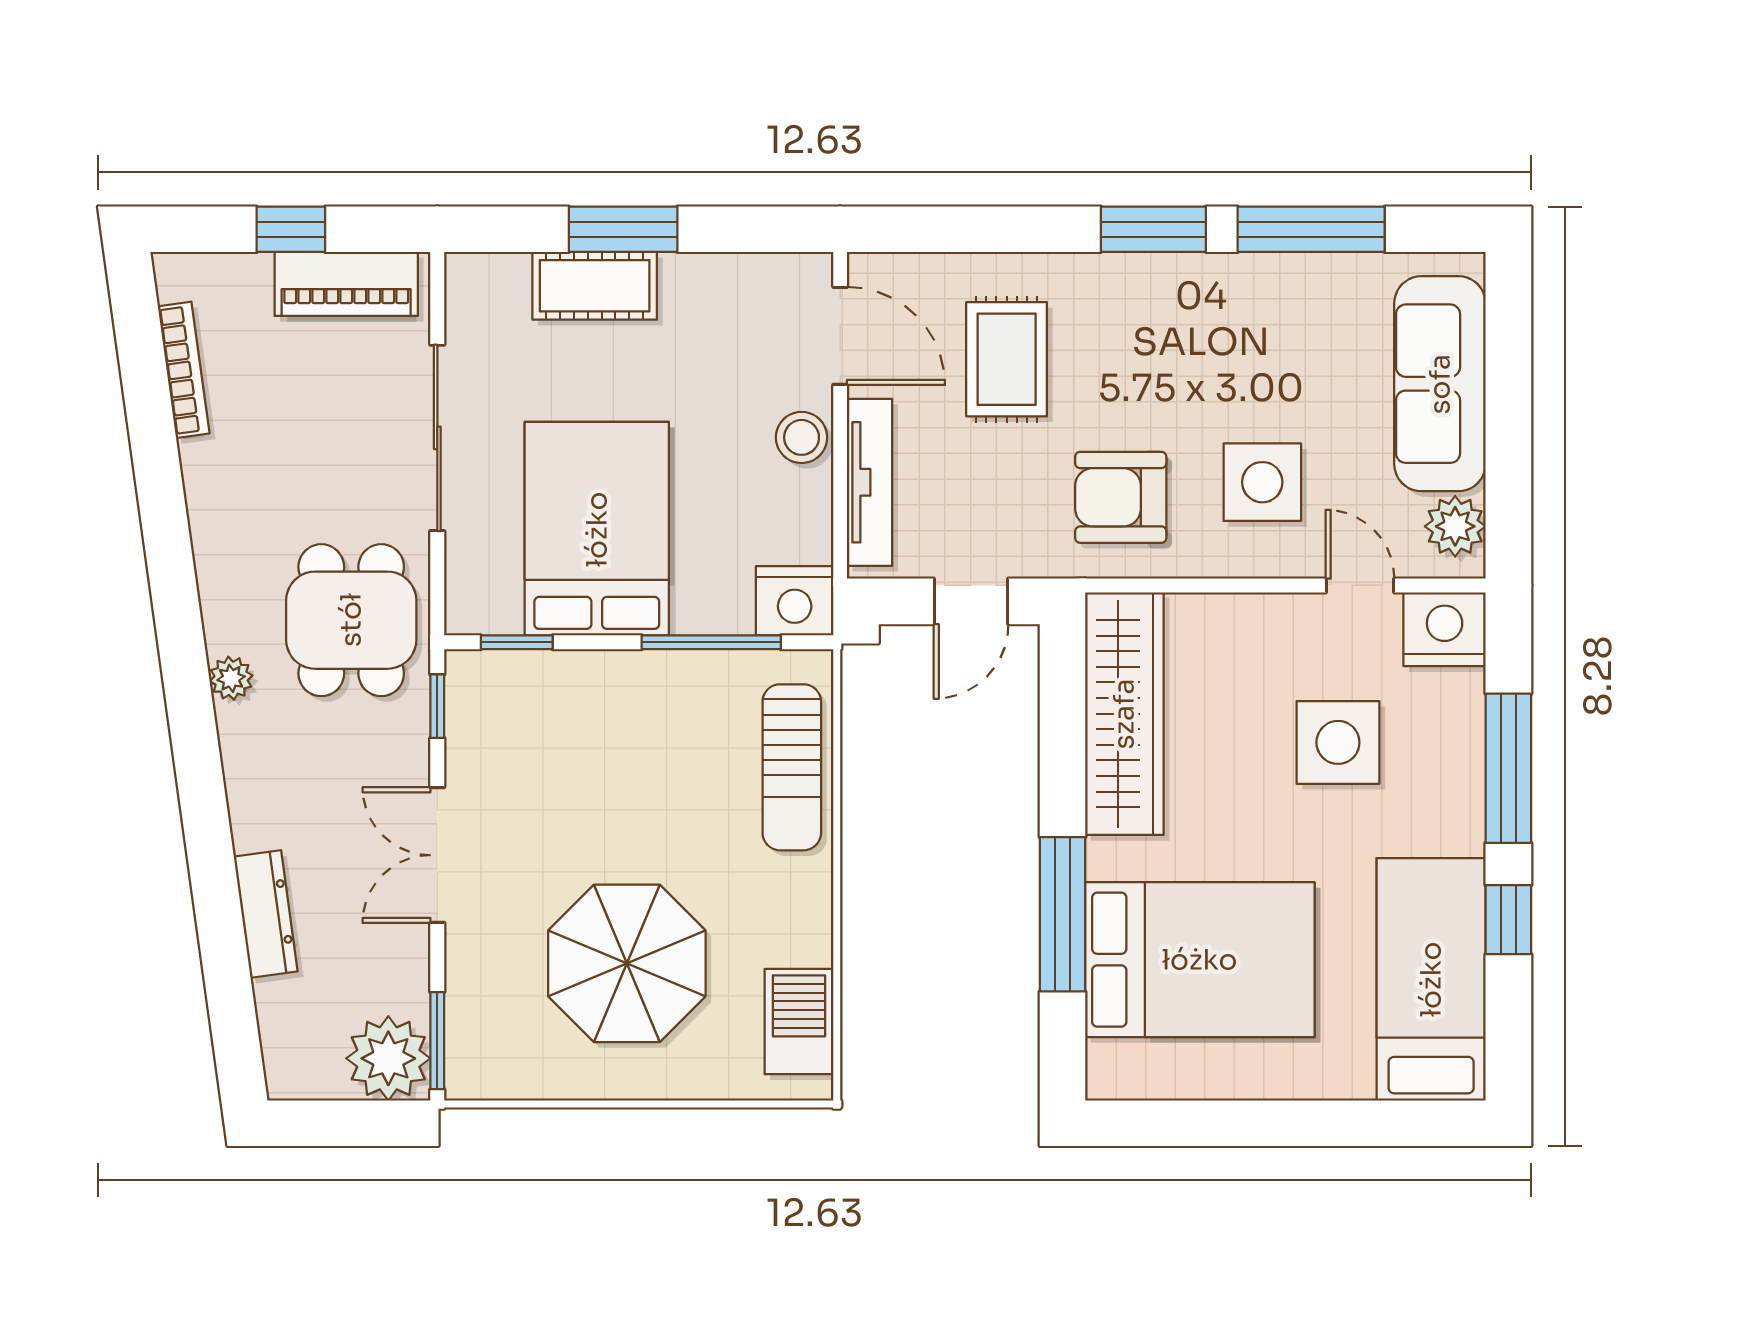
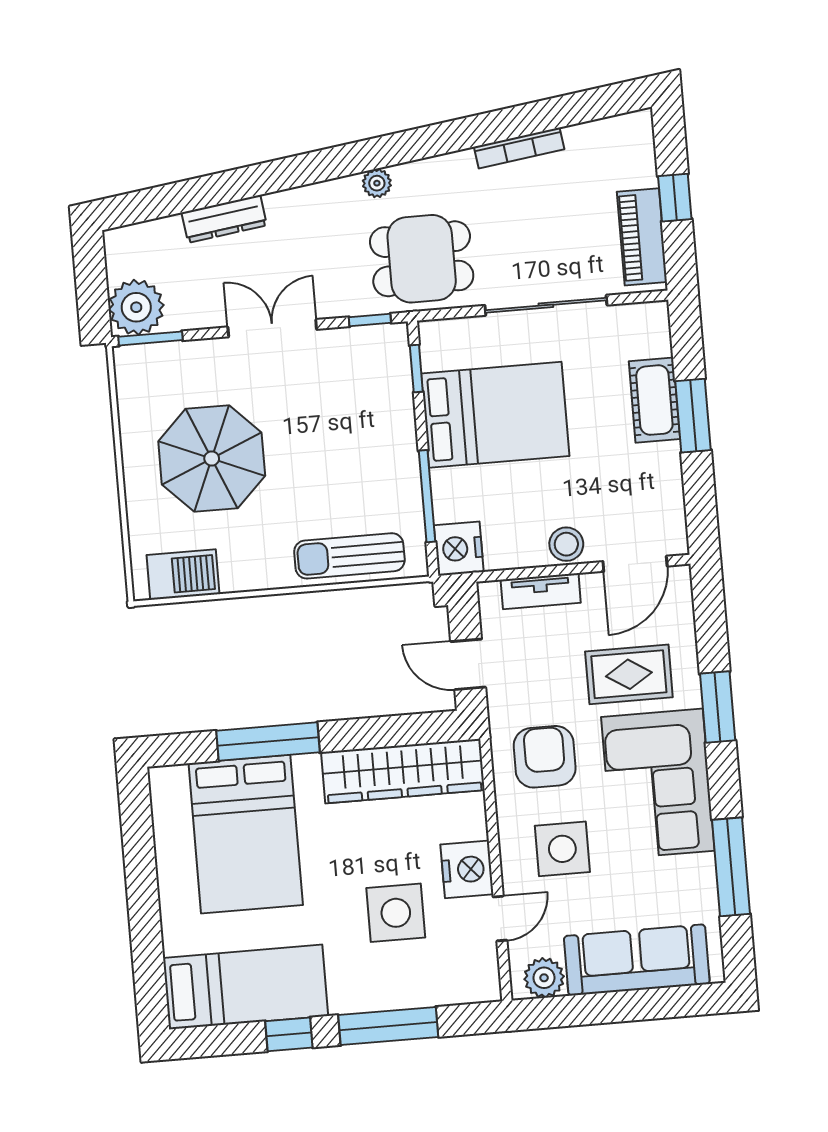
window: (1153, 229) -> (718, 707), moved
corner sofa: (1176, 329) -> (658, 784), added
bookcase: (184, 370) -> (519, 148), moved
tv unit: (870, 482) -> (541, 591), width x0.71
nightstand: (1445, 629) -> (467, 869), moved

